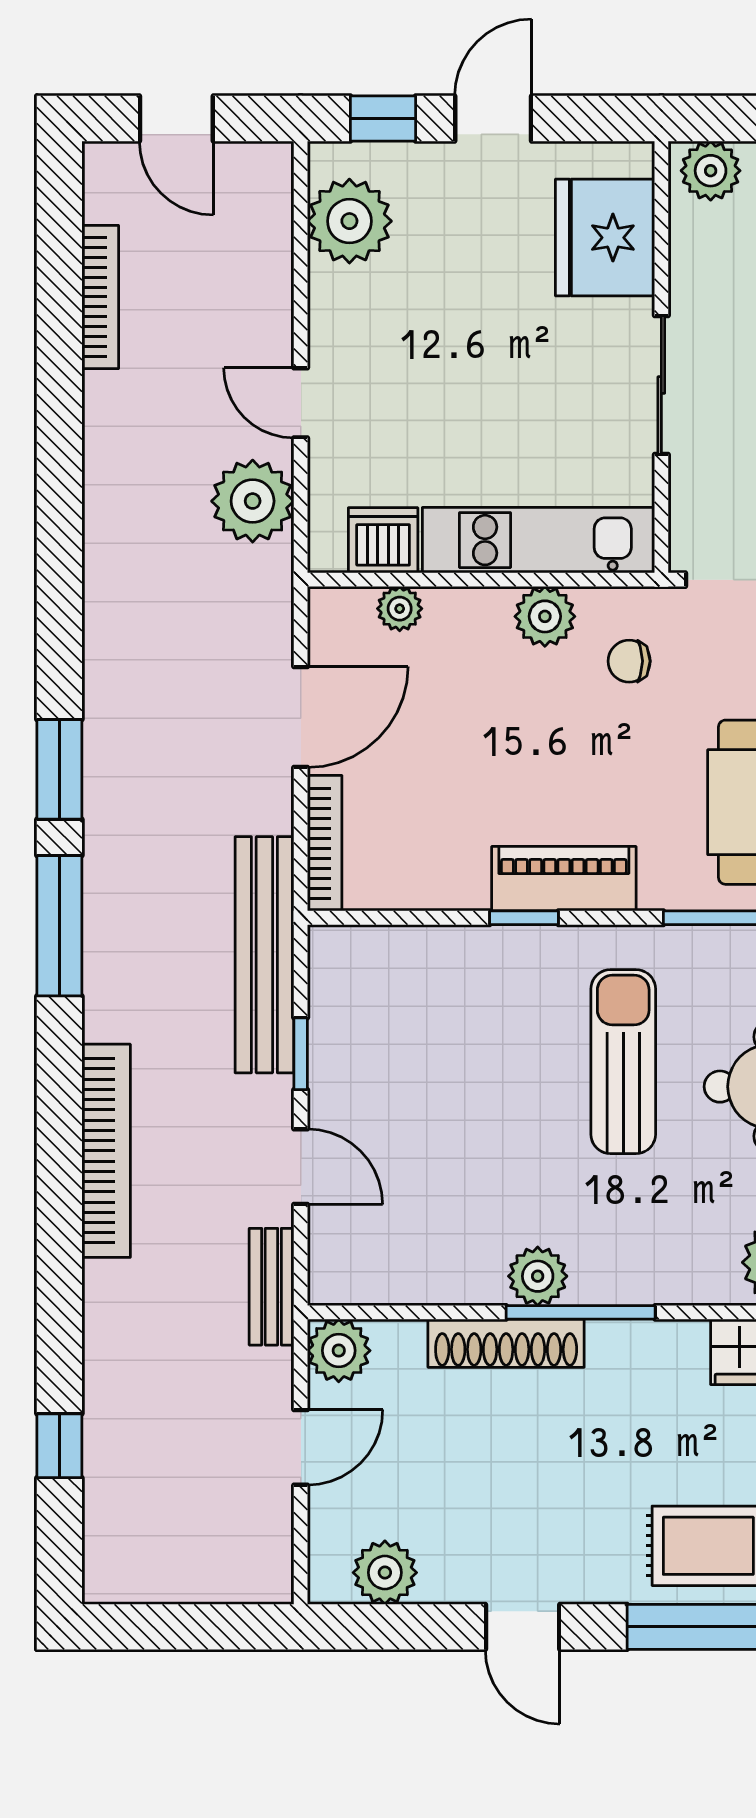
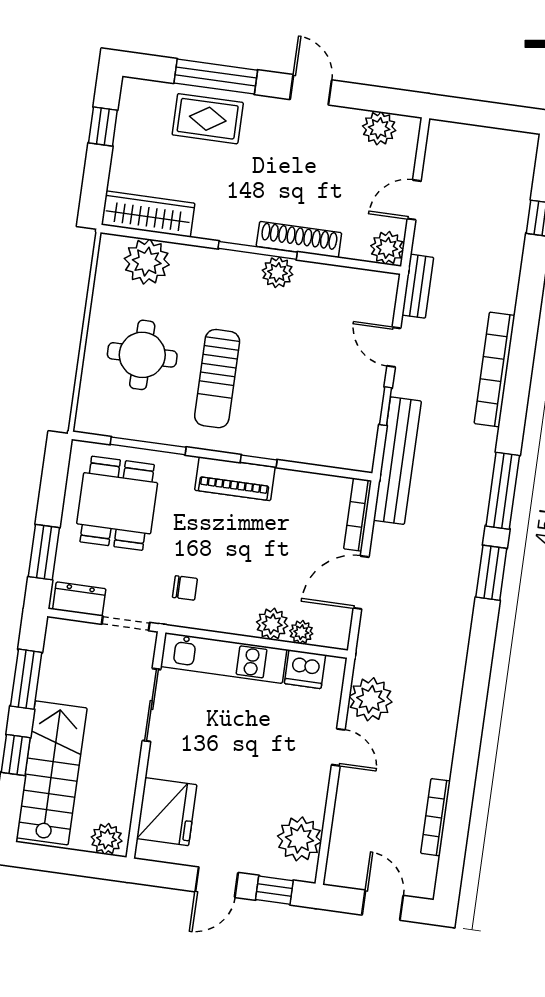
sliding door: (661, 385) -> (151, 705), moved
plant: (545, 616) -> (272, 624), moved

